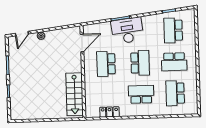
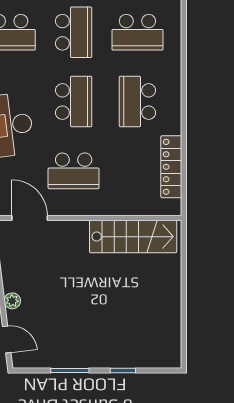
school desk: (140, 63) -> (74, 102), turned 90
locker: (109, 112) -> (171, 167), width x1.53

